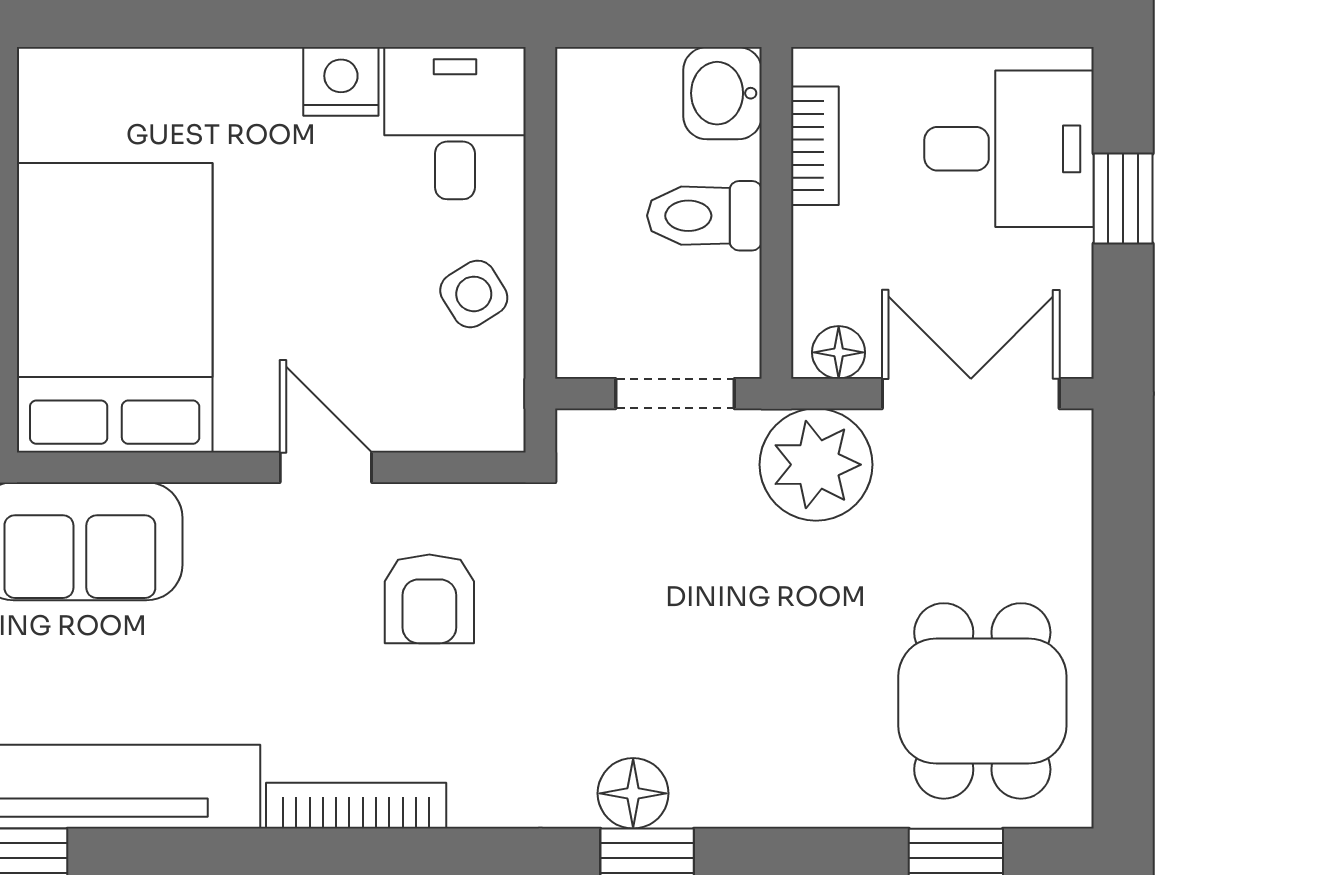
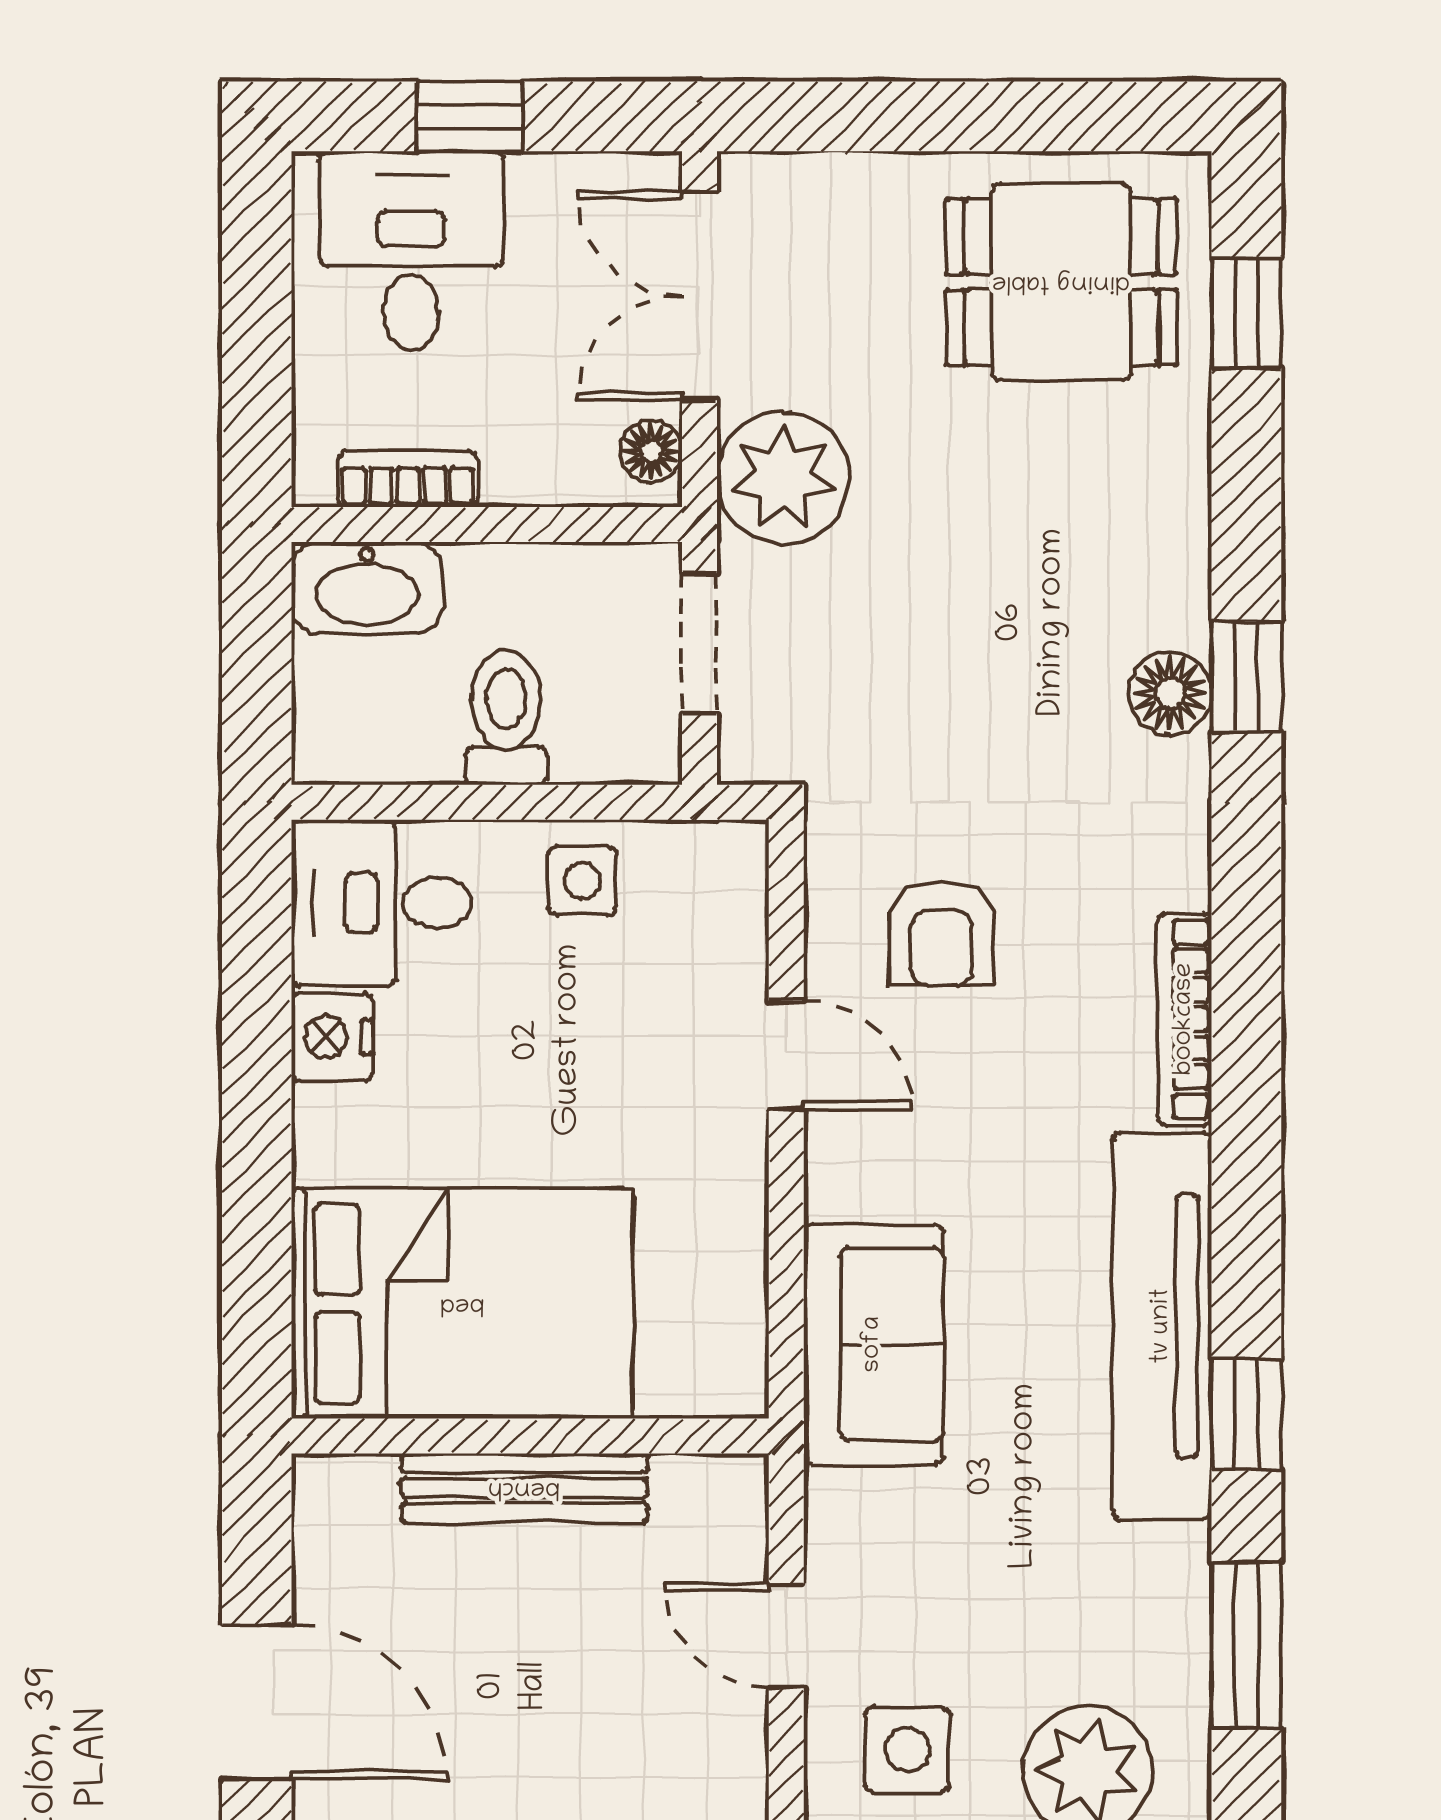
washbasin: (723, 93) -> (367, 588), width x1.38
toilet: (704, 216) -> (506, 717), moved, turned 180
side table: (474, 294) -> (582, 881), turned 32
bed: (115, 308) -> (462, 1304), moved, turned 180
door: (326, 467) -> (786, 1055), swing flipped
armchair: (429, 599) -> (941, 933), turned 90

